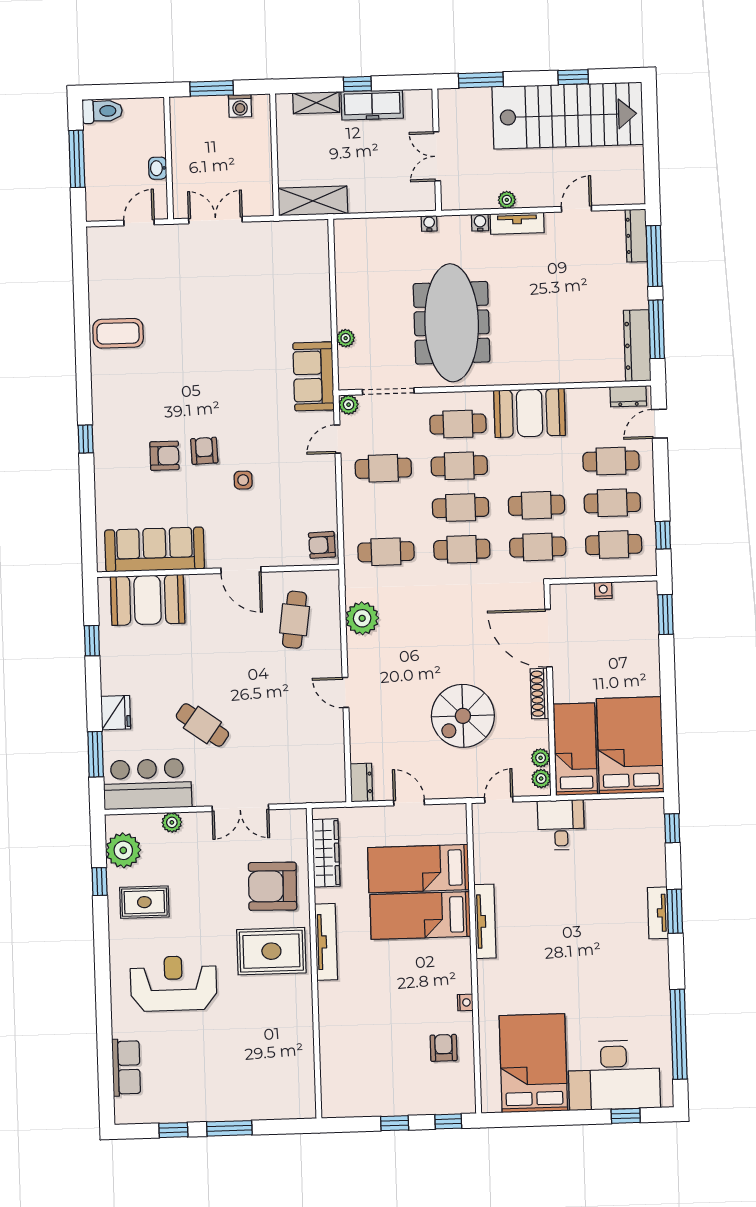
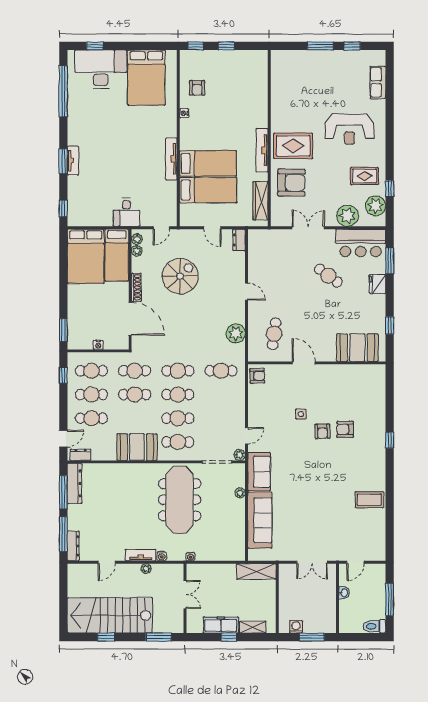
cafe table: (383, 468) -> (221, 418), removed
sofa: (155, 549) -> (260, 520), moved, turned -90
plant: (172, 822) -> (347, 216), width x1.87, depth x1.87

